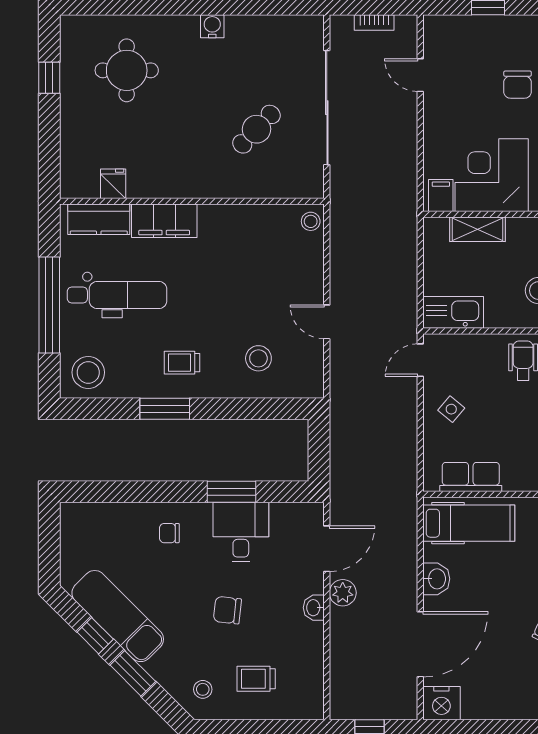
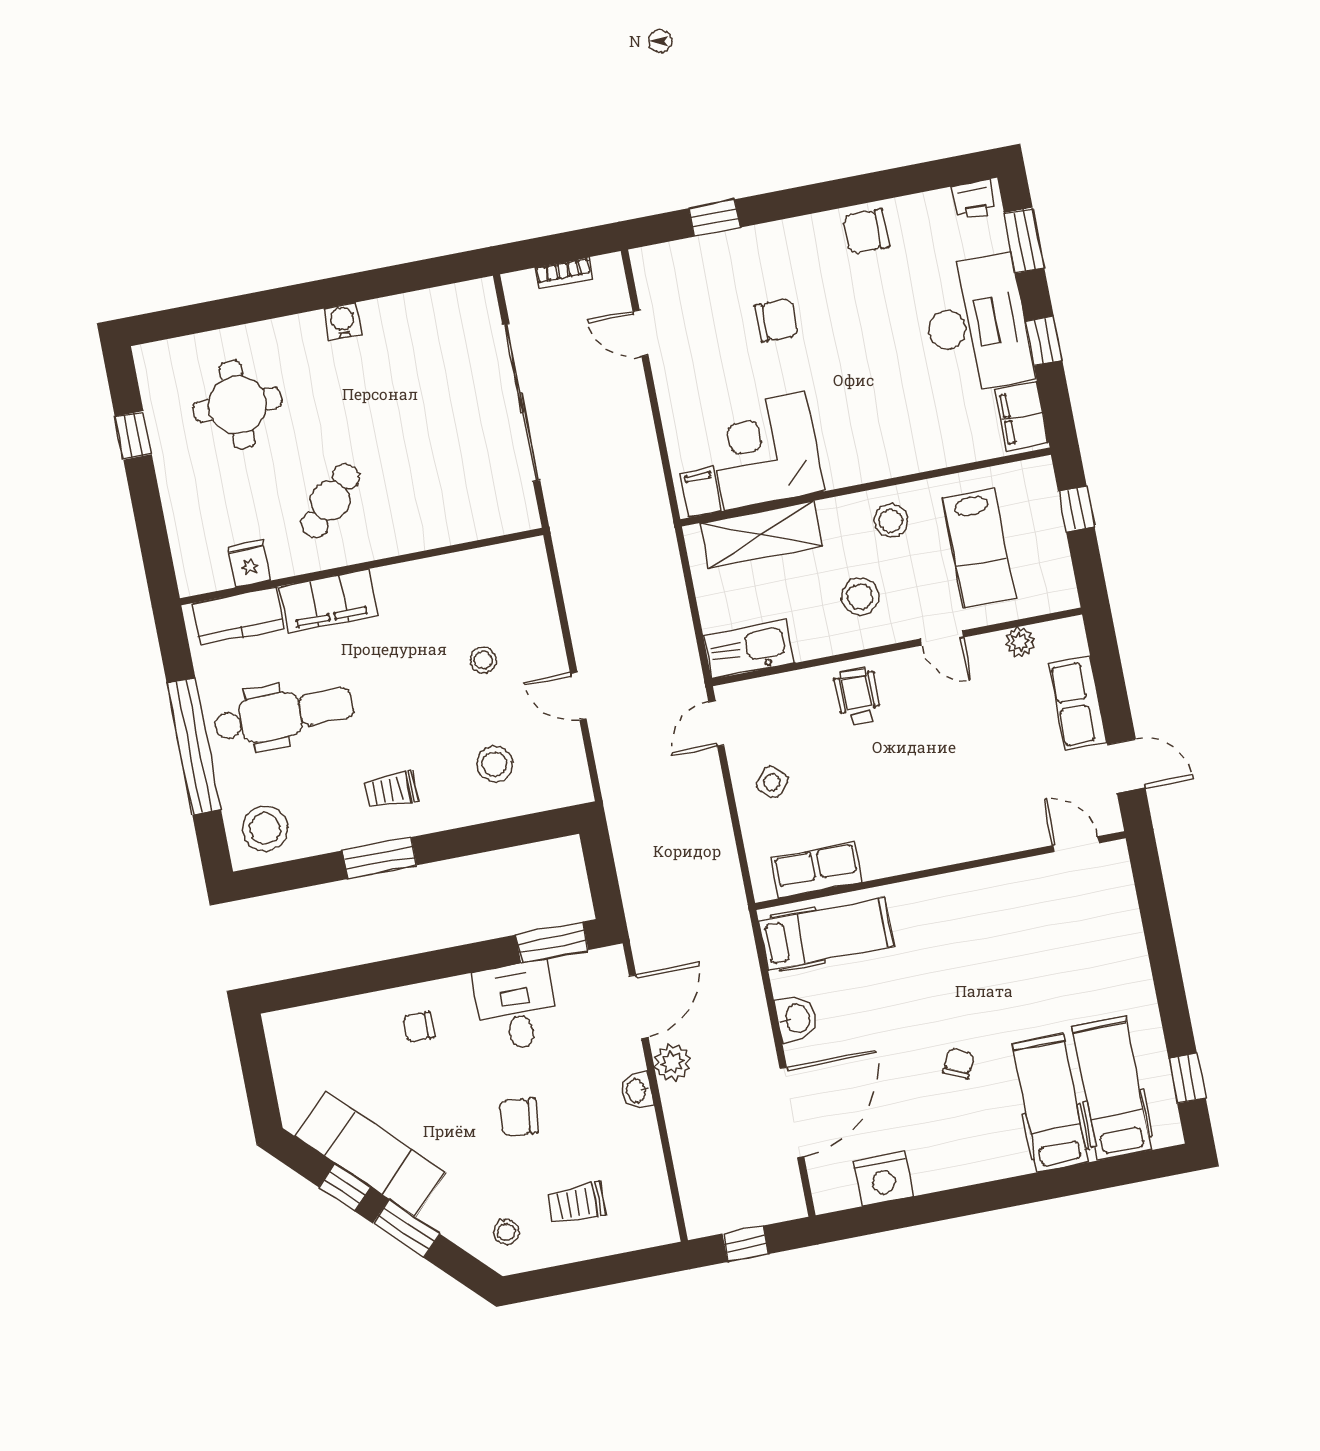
chair: (518, 85) -> (776, 320), turned -90
cafe table: (257, 129) -> (330, 501), moved
stool: (311, 221) -> (483, 660), moved
shelving: (477, 229) -> (761, 535), width x1.50, depth x1.33
window: (232, 492) -> (552, 942), moved
nightstand: (441, 703) -> (883, 1178), moved

